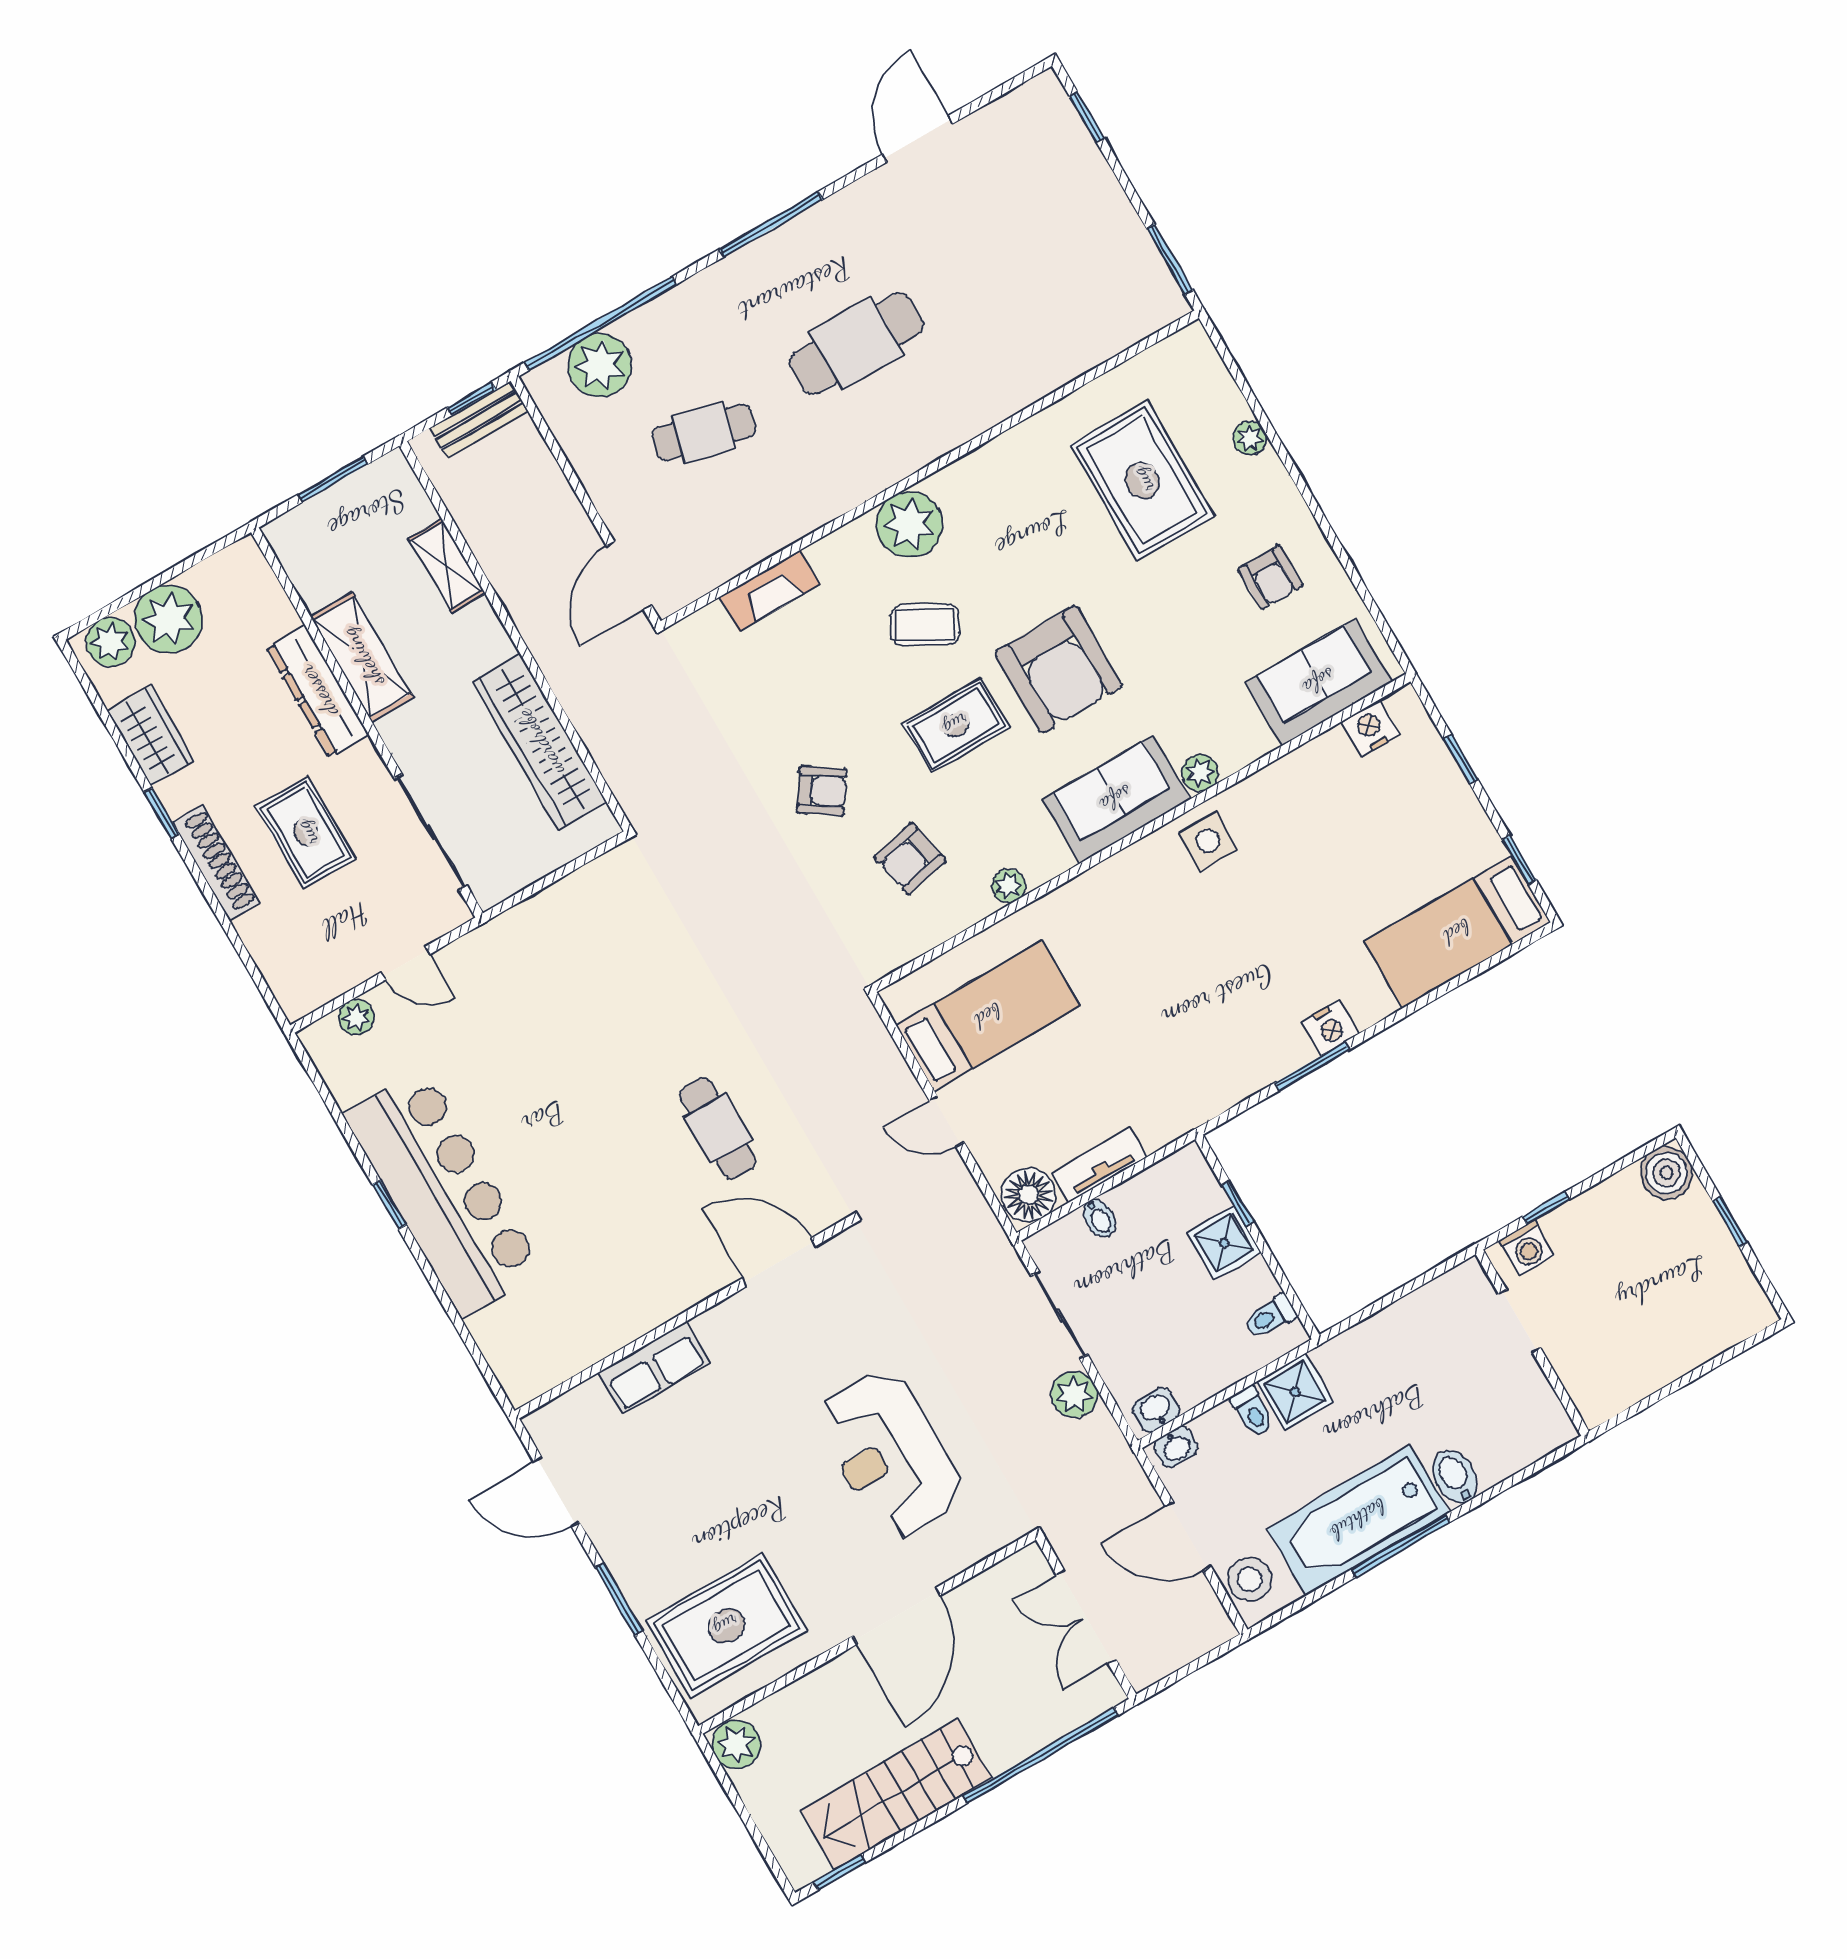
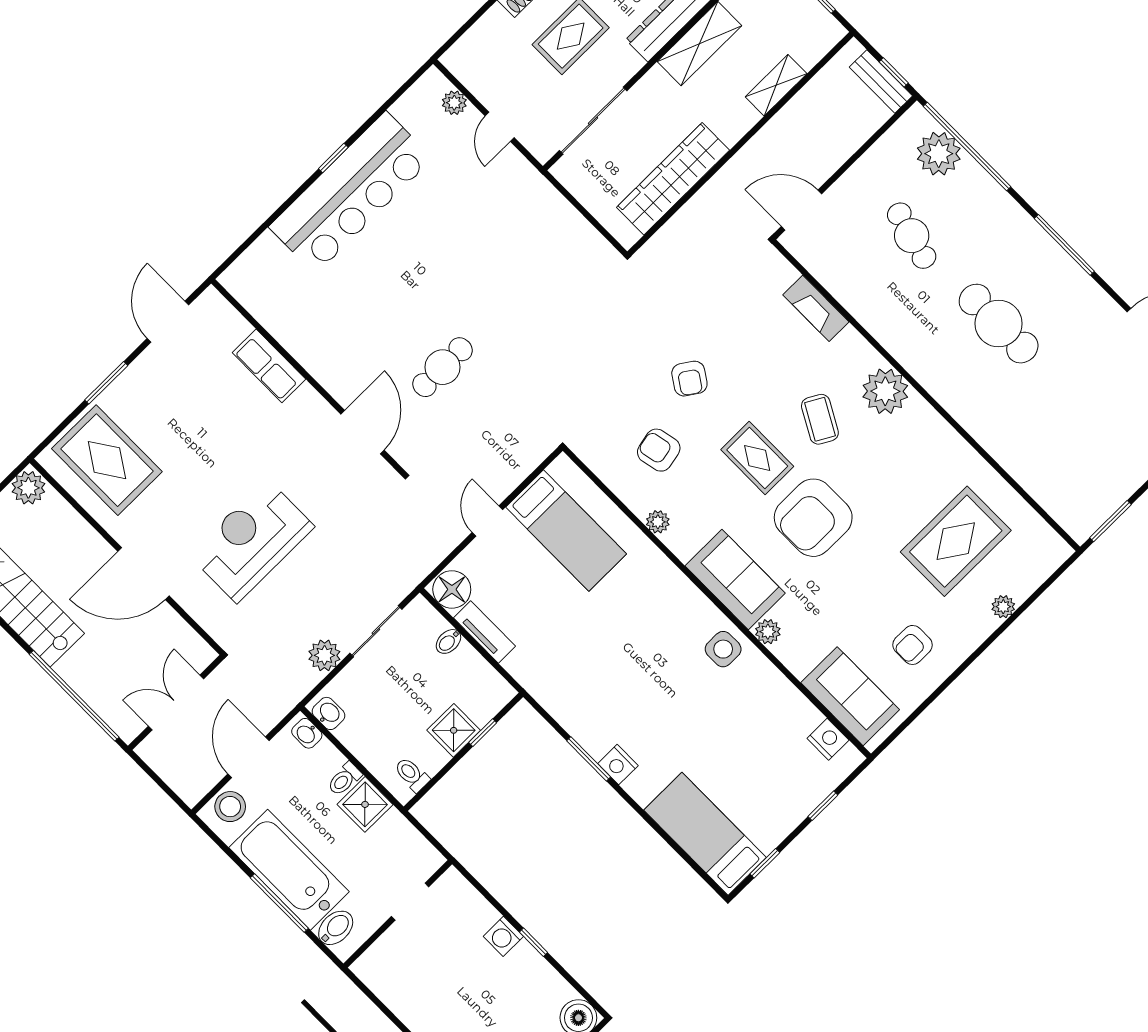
doorway: (1520, 1321) -> (410, 902), moved
wall: (1532, 1343) -> (398, 914), moved

